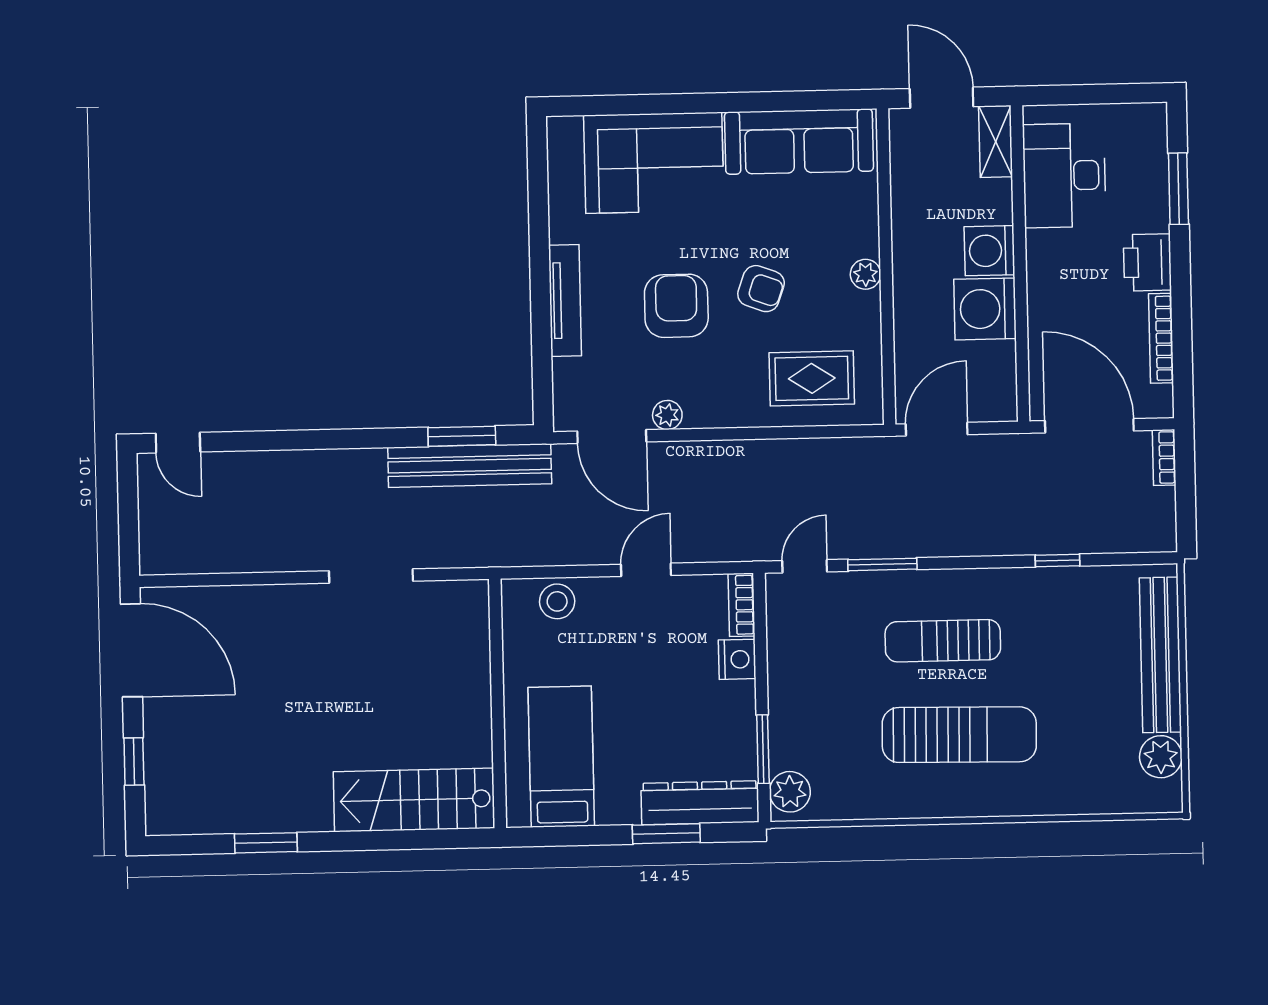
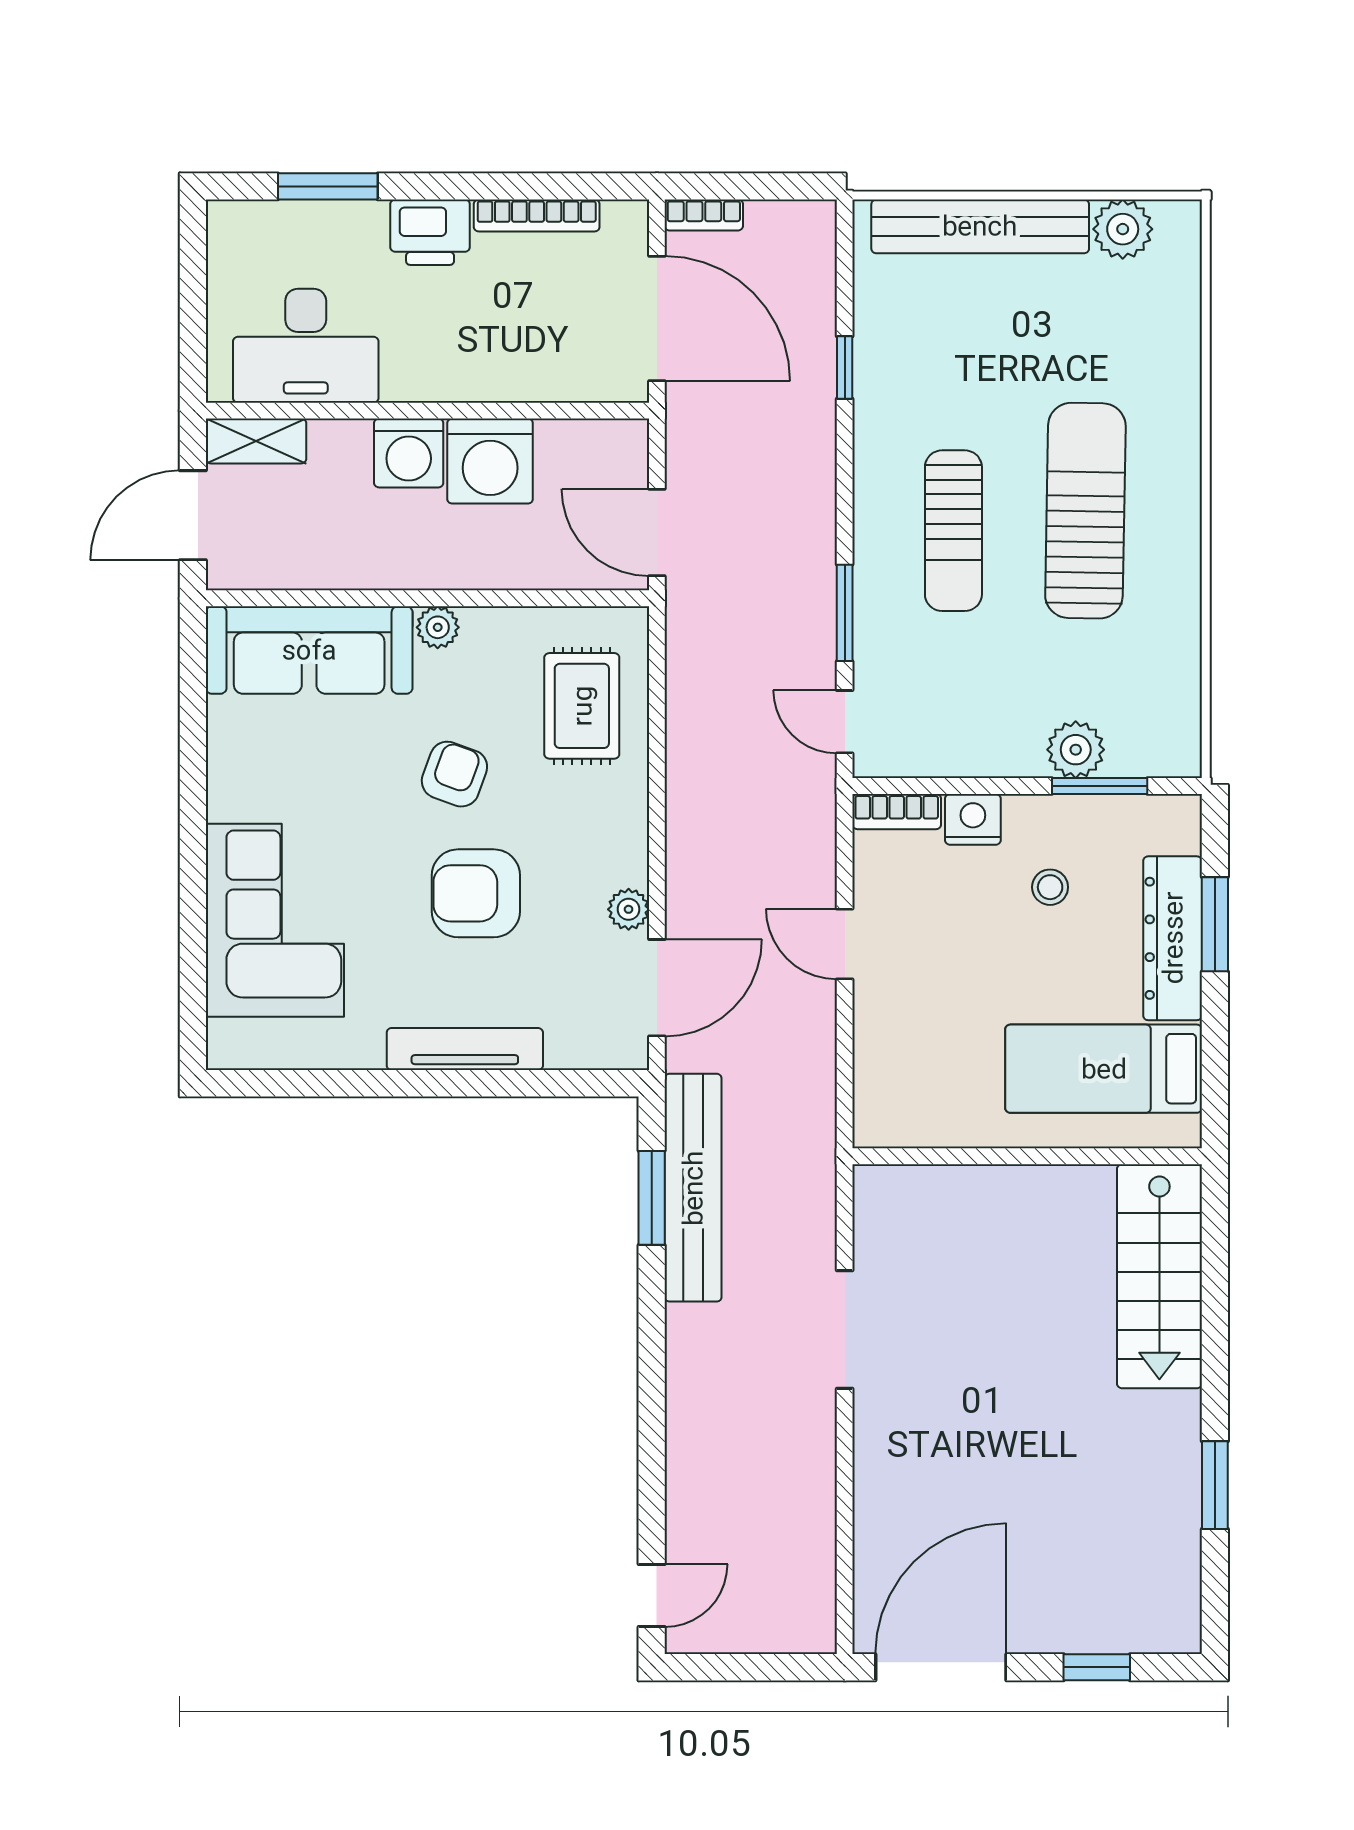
sofa: (799, 142) -> (309, 650), moved, turned 90
door: (1089, 426) -> (657, 319), swing flipped
stool: (557, 601) -> (1050, 887), moved, width x0.73, depth x0.73
plant: (790, 792) -> (1076, 750), moved
dresser: (700, 803) -> (1173, 938), moved

